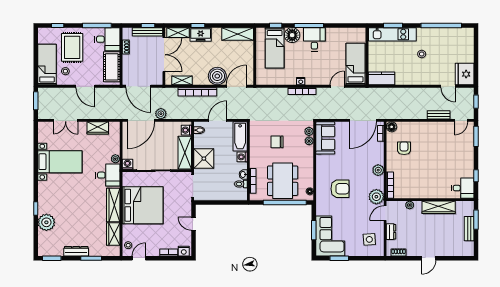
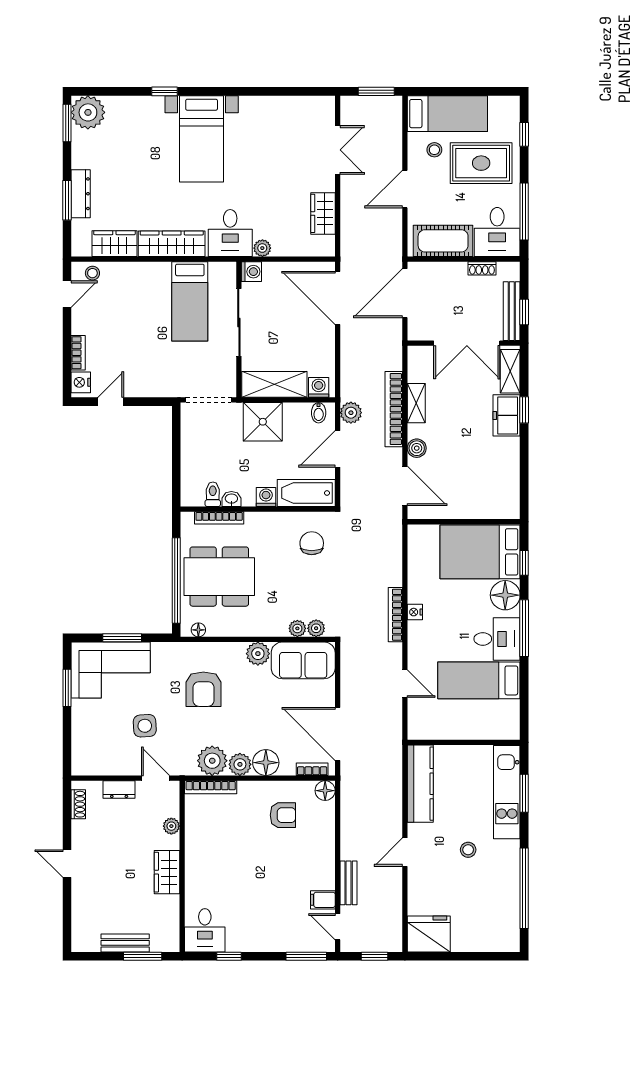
shelving: (238, 34) -> (508, 488), removed
bed: (275, 48) -> (480, 552), width x1.50
bed: (355, 64) -> (479, 680), moved, turned 180
boiler: (217, 76) -> (417, 448), width x0.54, depth x0.54
kitchen counter: (381, 78) -> (420, 784), width x1.50
shelving: (182, 80) -> (416, 403), moved
door: (448, 86) -> (405, 852), moved
plant: (161, 114) -> (351, 413), moved
double door: (66, 120) -> (338, 150), swing flipped
door: (218, 120) -> (338, 449), swing flipped
filing cabinet: (447, 128) -> (323, 900), added
chair: (277, 142) -> (312, 543), moved
floor lamp: (377, 157) -> (266, 763), added
plant: (322, 161) -> (258, 654), added
bed with nightstands: (60, 162) -> (202, 139), moved
plant: (376, 197) -> (212, 761), moved
bed: (143, 205) -> (190, 301), width x0.49
wardrobe: (439, 207) -> (167, 872), width x0.67
plant: (46, 222) -> (88, 112), moved
door: (194, 224) -> (111, 402), moved
side table: (369, 239) -> (145, 726), moved
dresser: (76, 251) -> (81, 194), moved
door: (139, 258) -> (67, 294), hinge flipped

